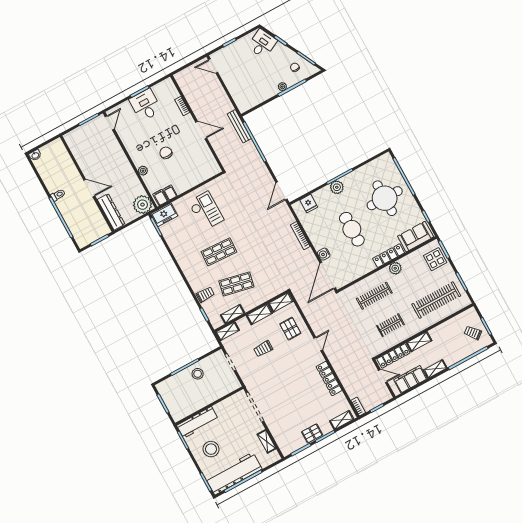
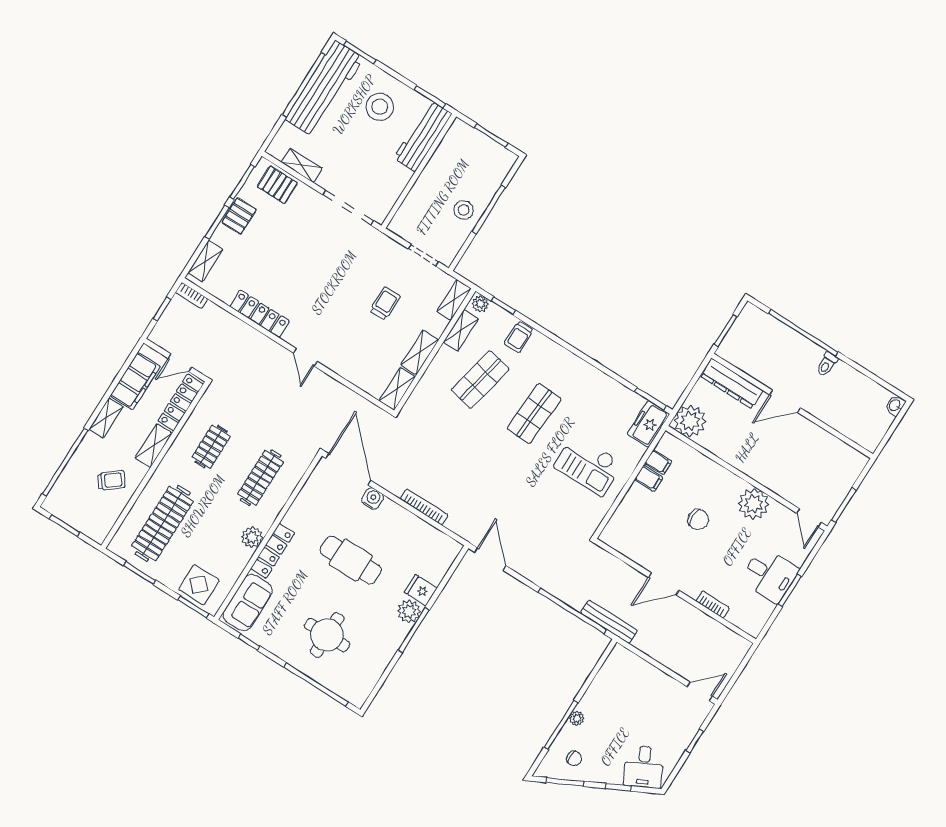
plant: (143, 171) -> (754, 504), moved, width x1.88, depth x1.88
filing cabinet: (160, 198) -> (649, 478), moved
round table: (385, 198) -> (327, 635), width x0.73, depth x0.73
fridge: (309, 204) -> (421, 590), moved
plant: (215, 322) -> (480, 304), added
pallet: (290, 329) -> (277, 185), moved
trolley: (473, 333) -> (111, 480), moved

